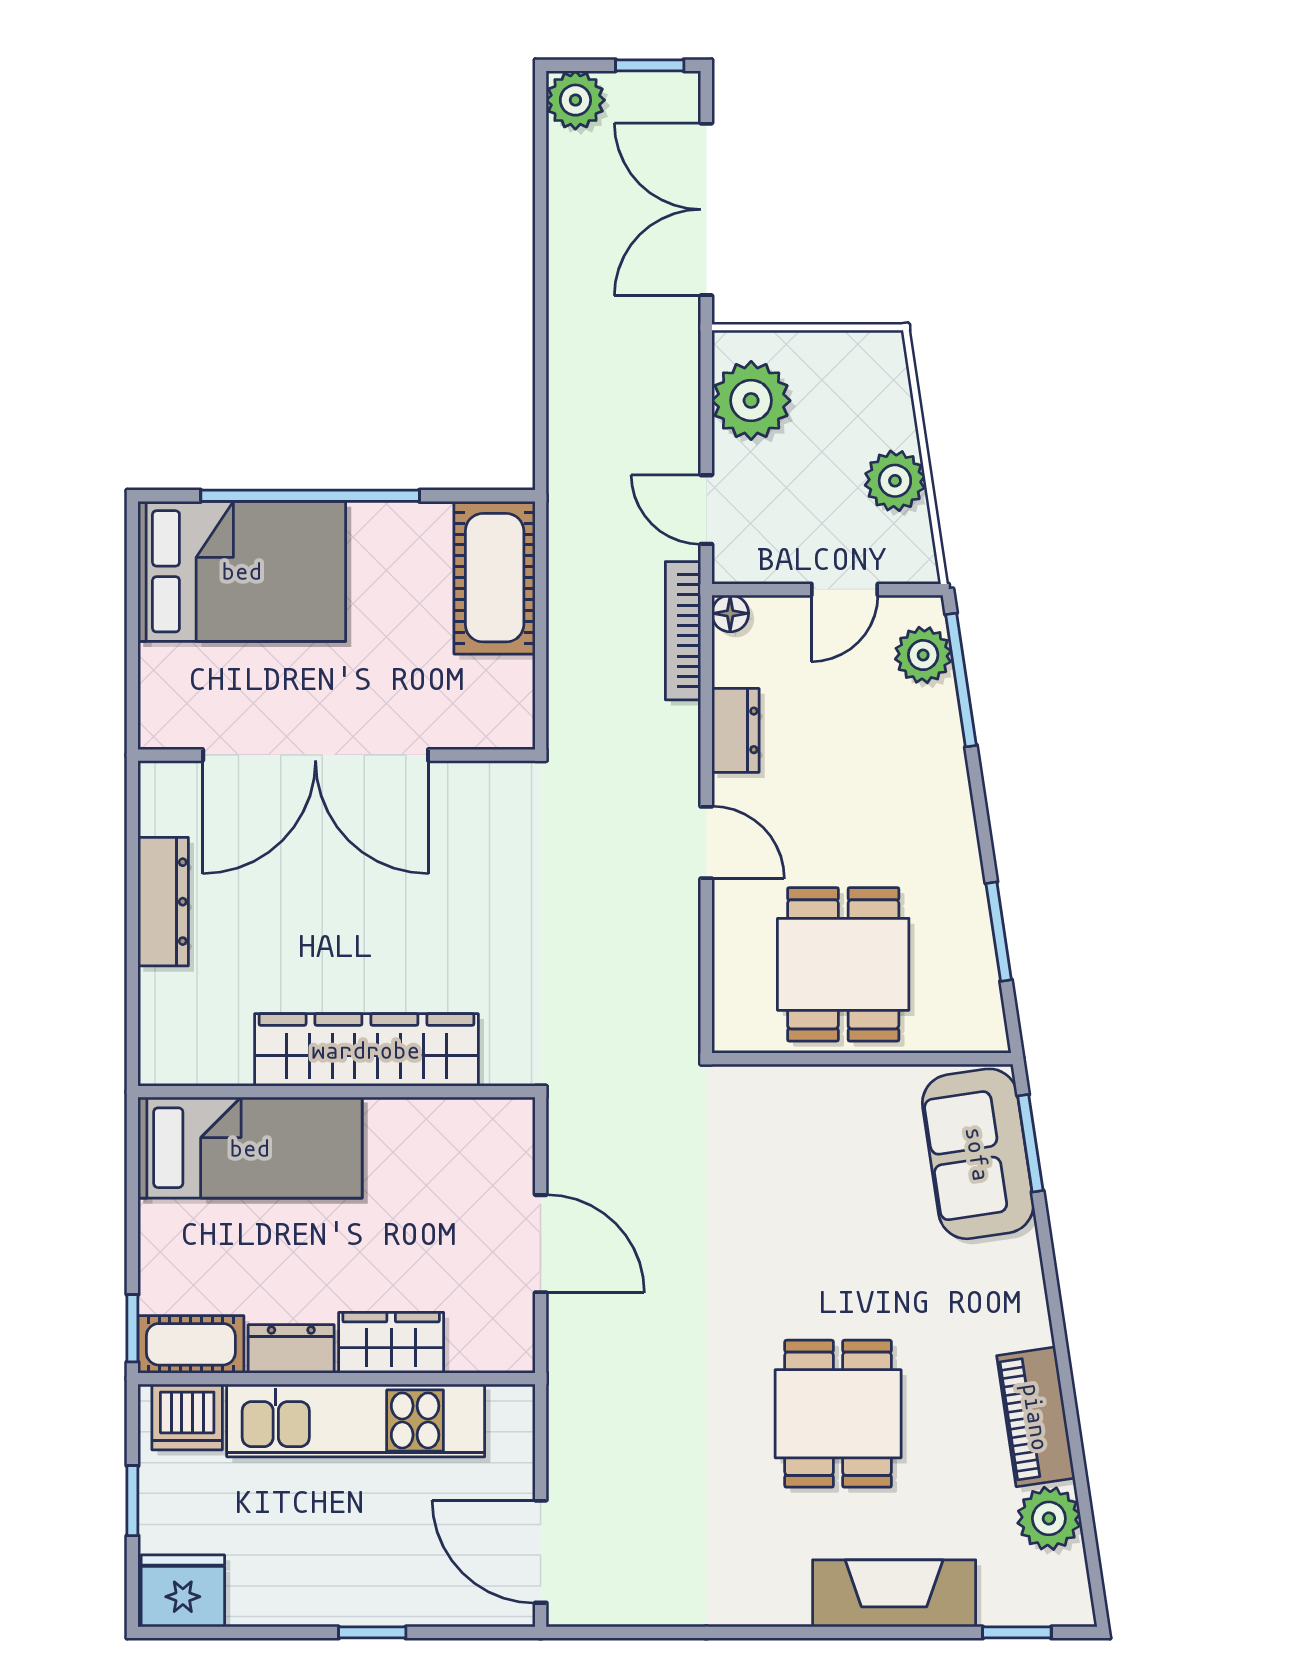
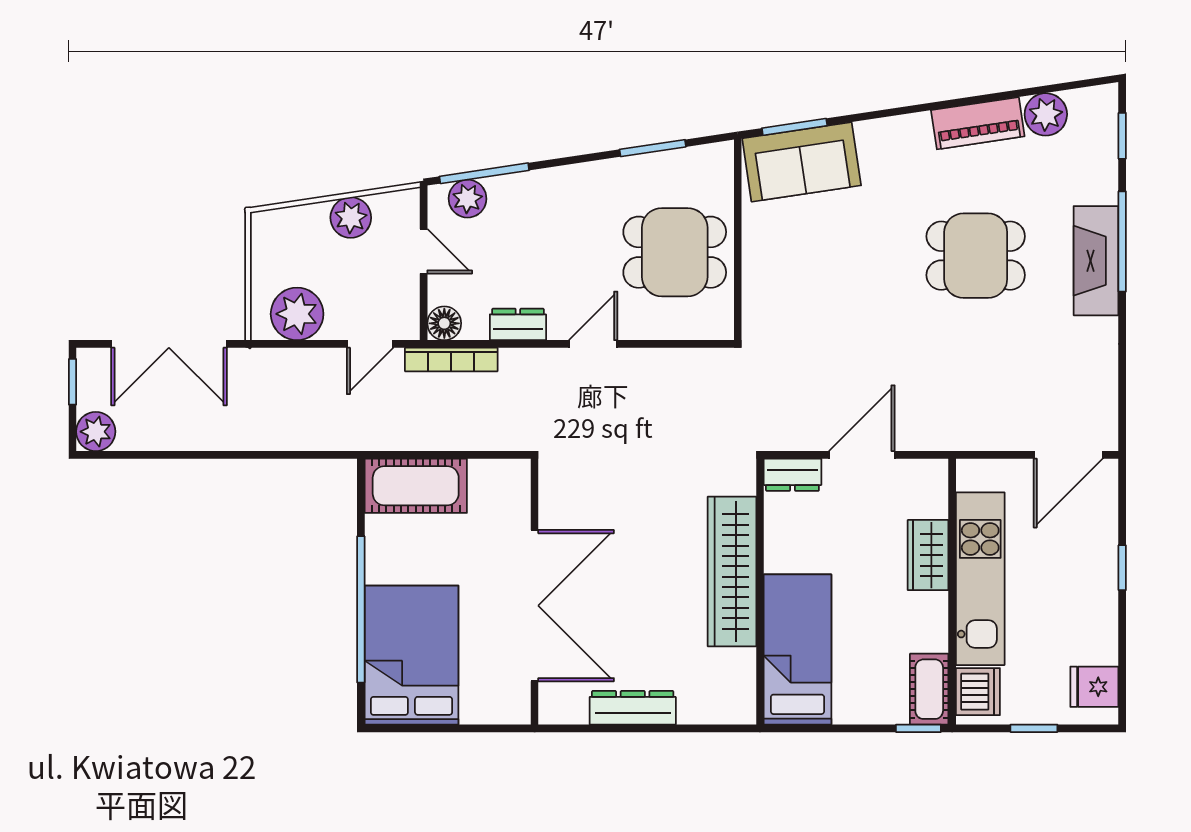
floor lamp: (730, 613) -> (444, 323), width x1.37, depth x1.37
dresser: (291, 1349) -> (792, 475), moved, turned -90
fridge: (183, 1591) -> (1094, 687), width x0.72
fireplace: (894, 1593) -> (1096, 261), moved
window: (859, 1632) -> (1122, 242), added

